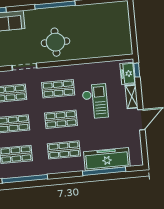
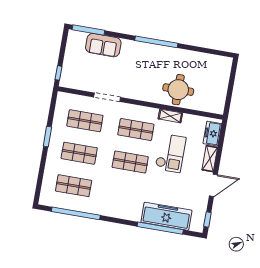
round table: (55, 42) -> (178, 90), moved
shelving: (86, 68) -> (170, 116), added
window: (137, 70) -> (207, 220), moved
shop shelf: (64, 150) -> (125, 195), removed

